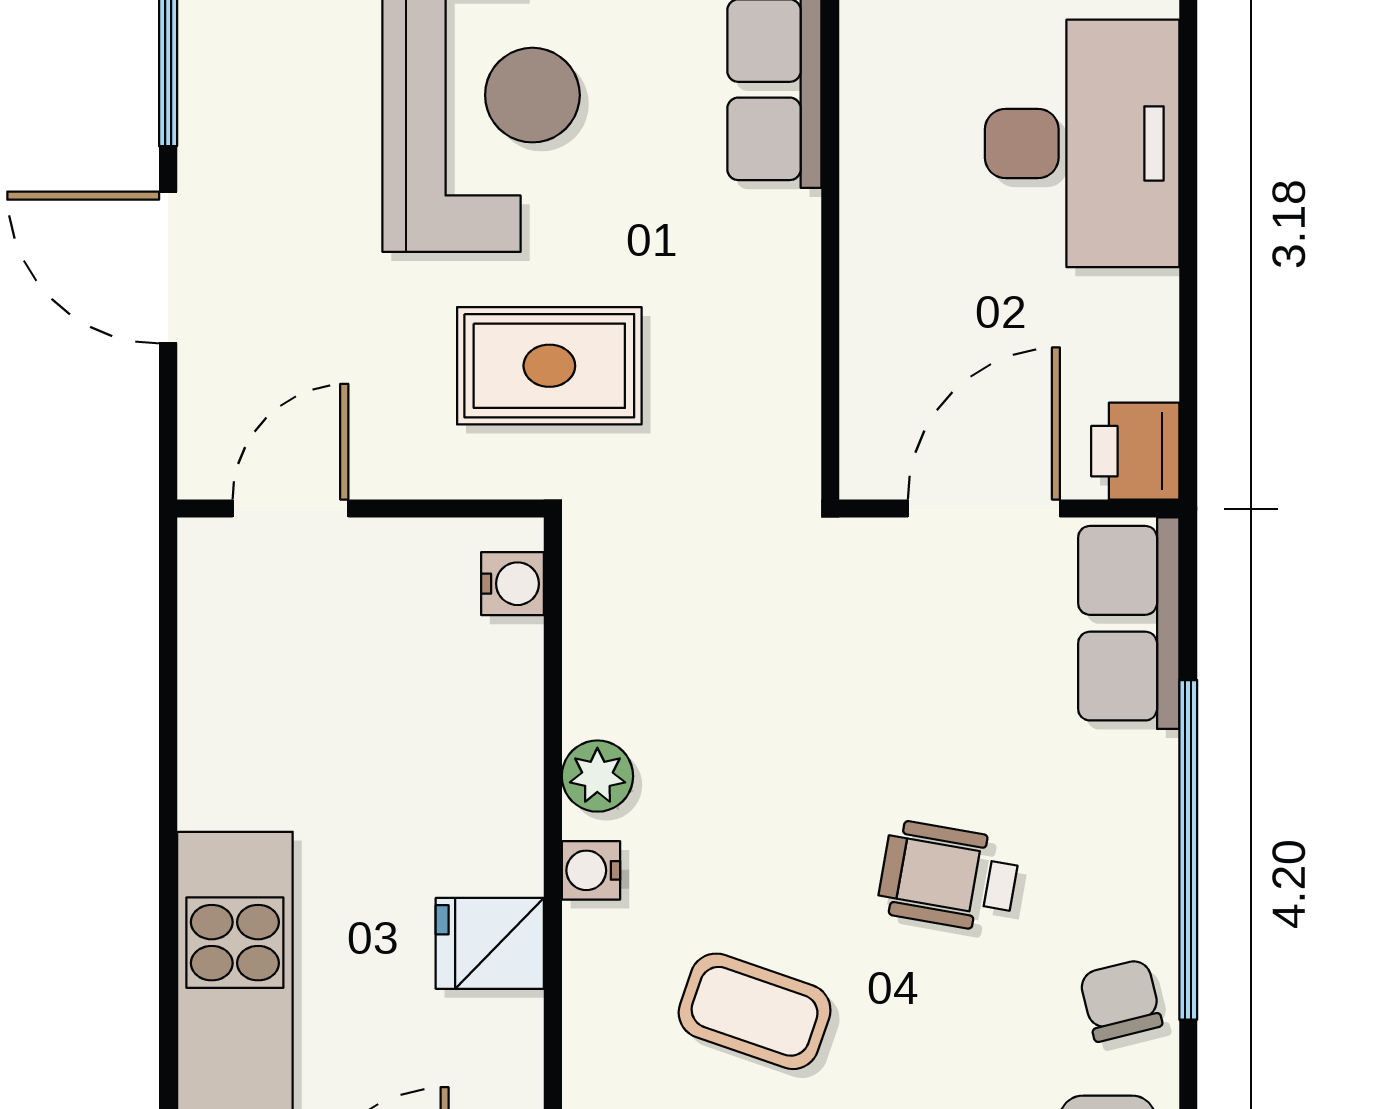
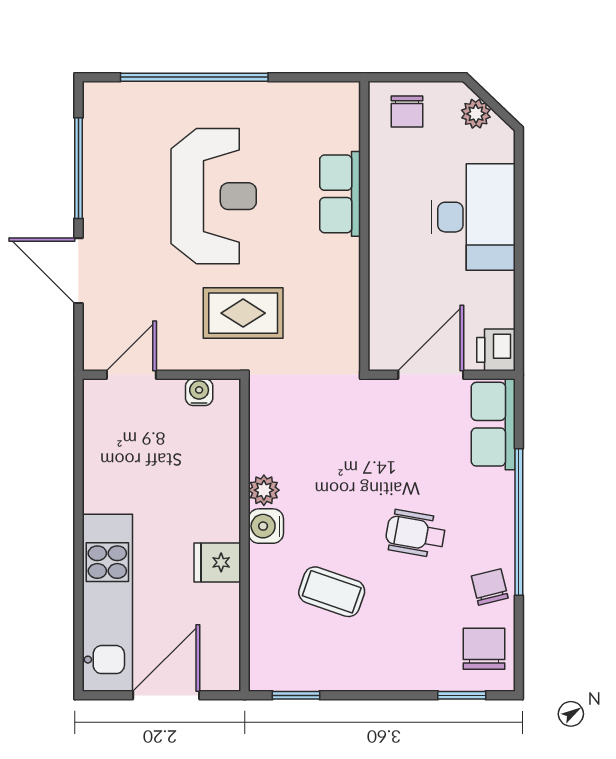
water cooler: (512, 584) -> (199, 392), moved, turned -90
water cooler: (591, 870) -> (266, 526), width x1.38, depth x1.38

